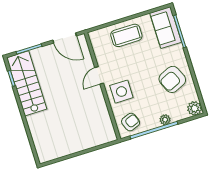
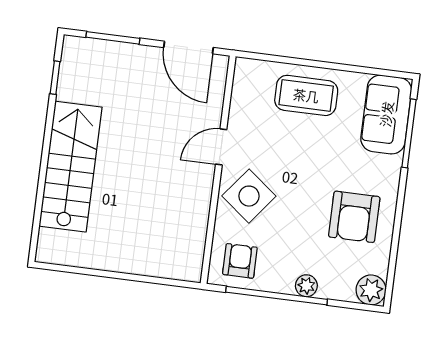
armchair: (172, 79) -> (354, 217), turned -66
stairs: (27, 83) -> (70, 167), moved
side table: (121, 92) -> (249, 196), turned 38
armchair: (131, 122) -> (240, 261), turned -69

